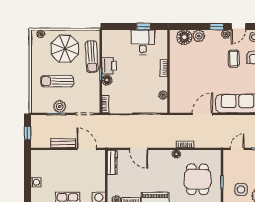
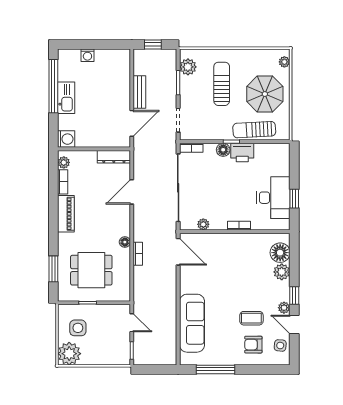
desk: (143, 42) -> (273, 198), width x1.37
plant: (60, 107) -> (188, 67), moved
door: (202, 114) -> (178, 252), moved

